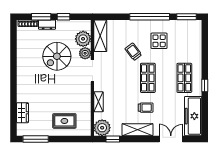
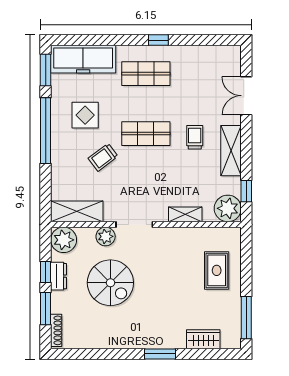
dresser: (47, 25) -> (59, 276), moved
plant: (83, 39) -> (64, 240), moved
window: (14, 86) -> (160, 354), added
freezer: (193, 116) -> (83, 59), moved

